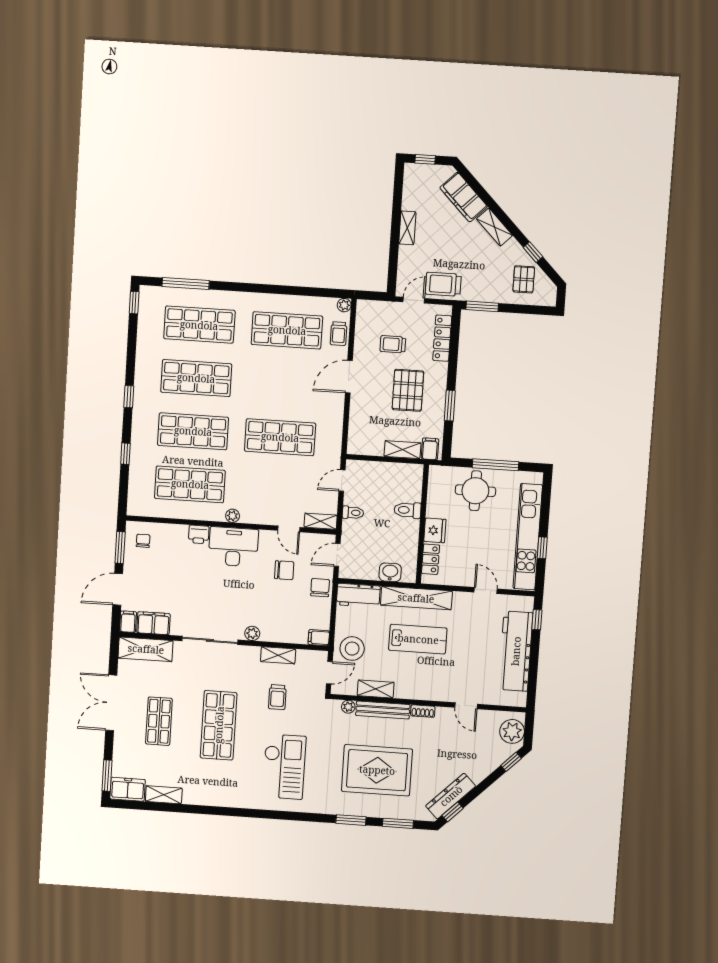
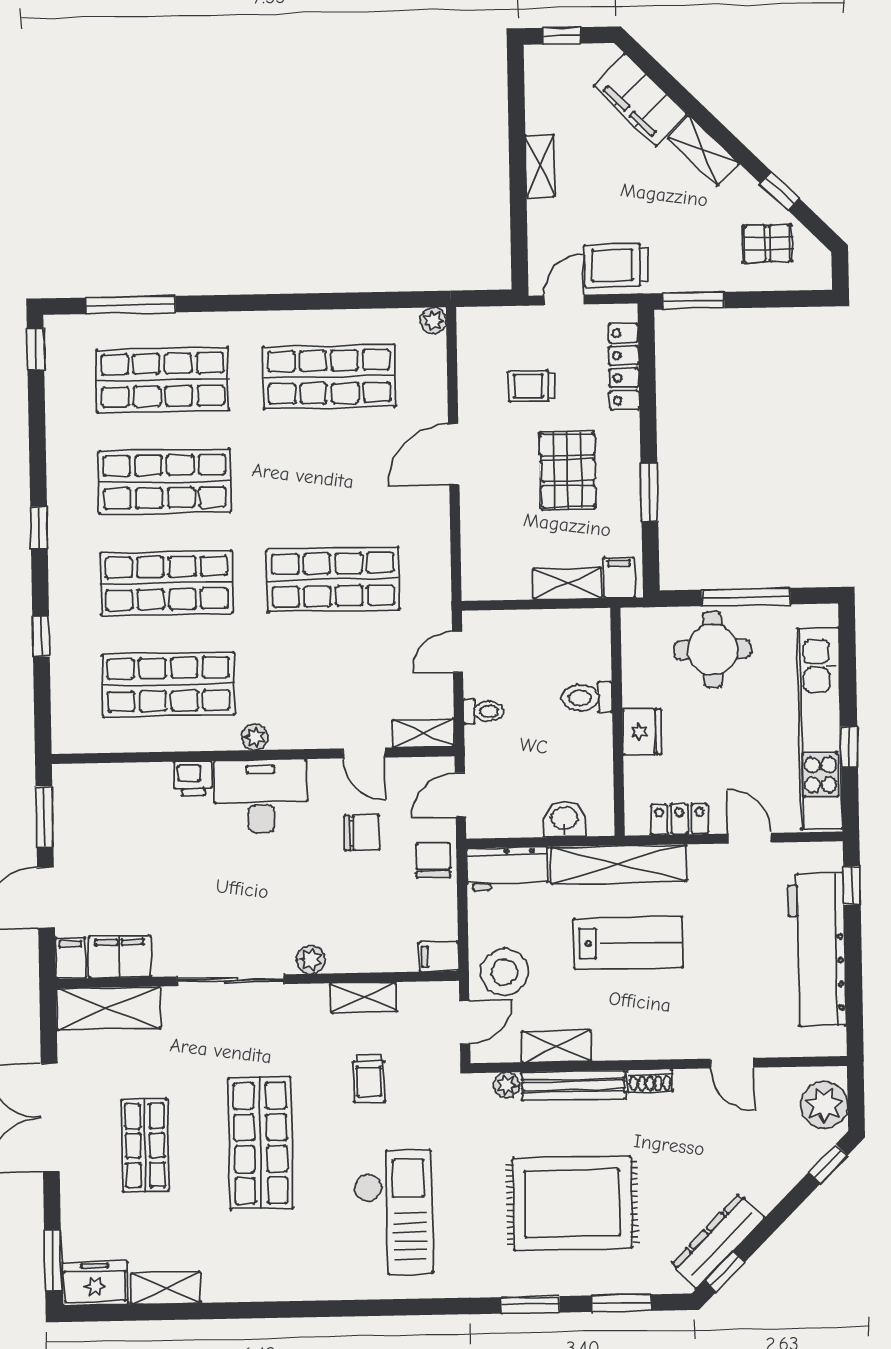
pallet: (524, 279) -> (767, 244), turned 90
trolley: (339, 334) -> (427, 375), removed
chair: (143, 541) -> (88, 800), removed
locker: (431, 559) -> (679, 819), moved, turned -90

